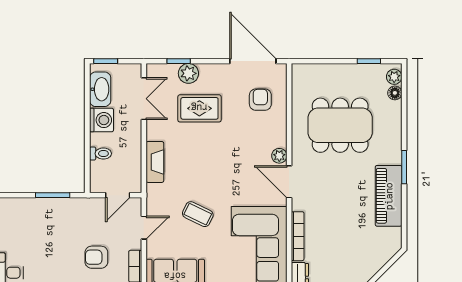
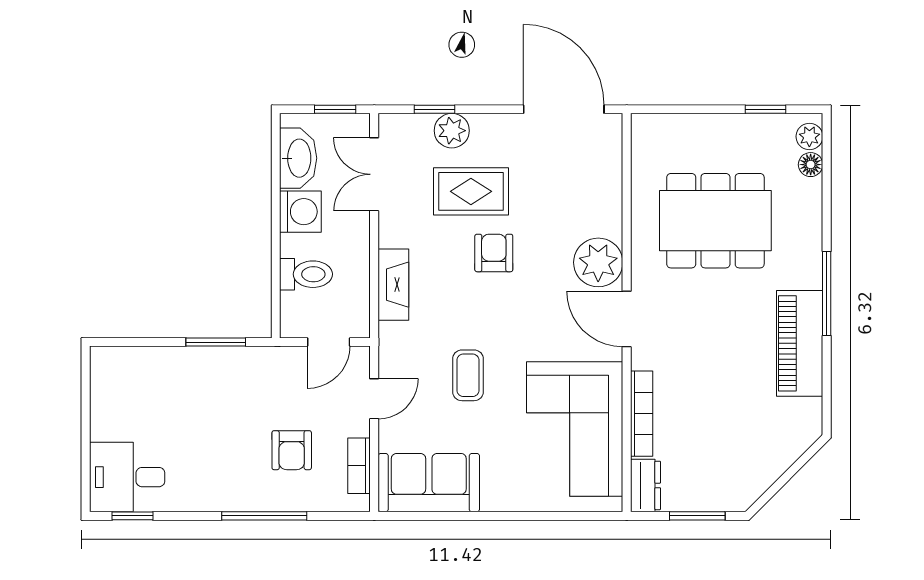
window: (106, 61) -> (335, 109), moved
double door: (144, 99) -> (374, 174), swing flipped
armchair: (260, 100) -> (494, 253), moved
toilet: (100, 154) -> (306, 274), width x1.37, depth x1.39
plant: (279, 156) -> (598, 262), width x1.87, depth x1.87
window: (404, 167) -> (827, 294), width x1.44
coffee table: (198, 214) -> (468, 375), turned 64
armchair: (96, 257) -> (292, 450), turned -90

